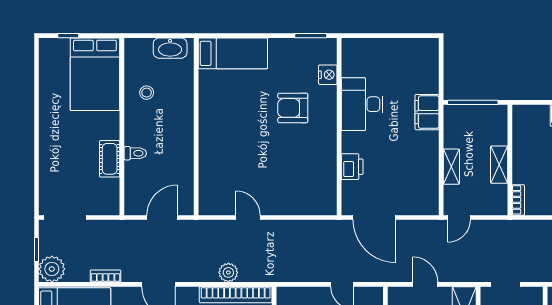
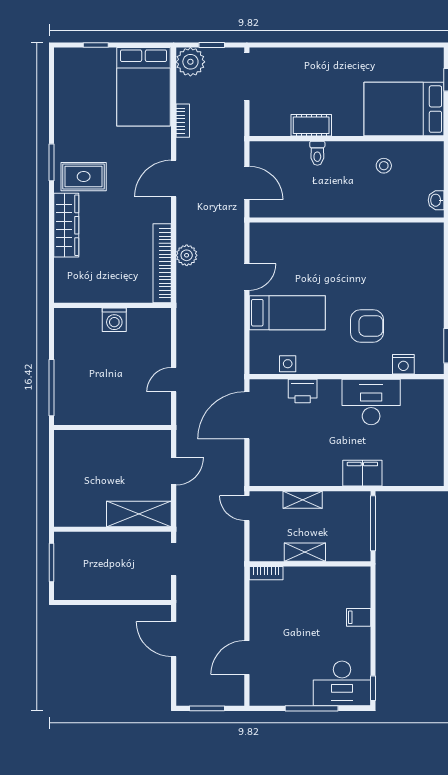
washbasin: (170, 48) -> (436, 200), width x0.52, depth x0.69
bed: (233, 53) -> (287, 313), moved, turned -90
armchair: (293, 108) -> (367, 326), turned 90
side table: (327, 180) -> (288, 364), added

